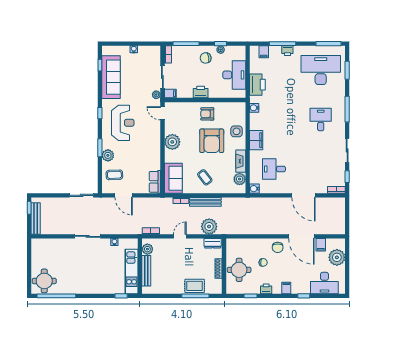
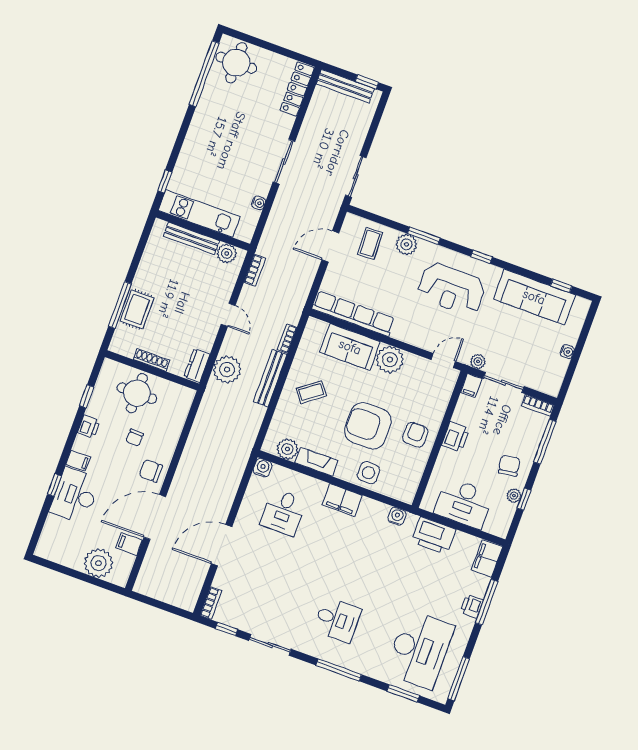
filing cabinet: (264, 52) -> (487, 558), width x2.00
desk: (274, 169) -> (283, 512), turned 180
sofa: (173, 178) -> (350, 347), moved
row of seats: (155, 182) -> (353, 314), width x2.02
locker: (46, 244) -> (297, 89), added
desk: (324, 283) -> (75, 495), moved

